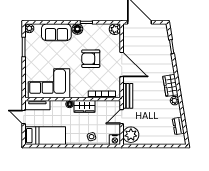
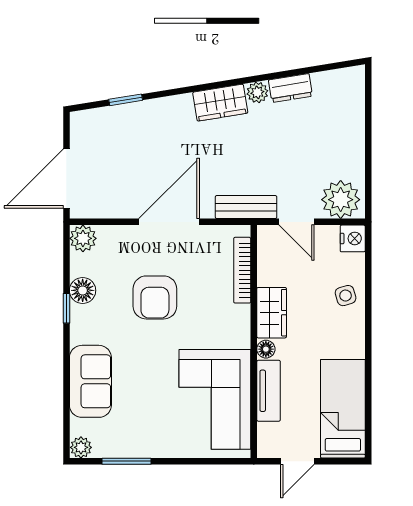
floor lamp: (77, 29) -> (83, 290), moved
tv unit: (37, 105) -> (269, 391), moved
dresser: (178, 126) -> (290, 88), moved

